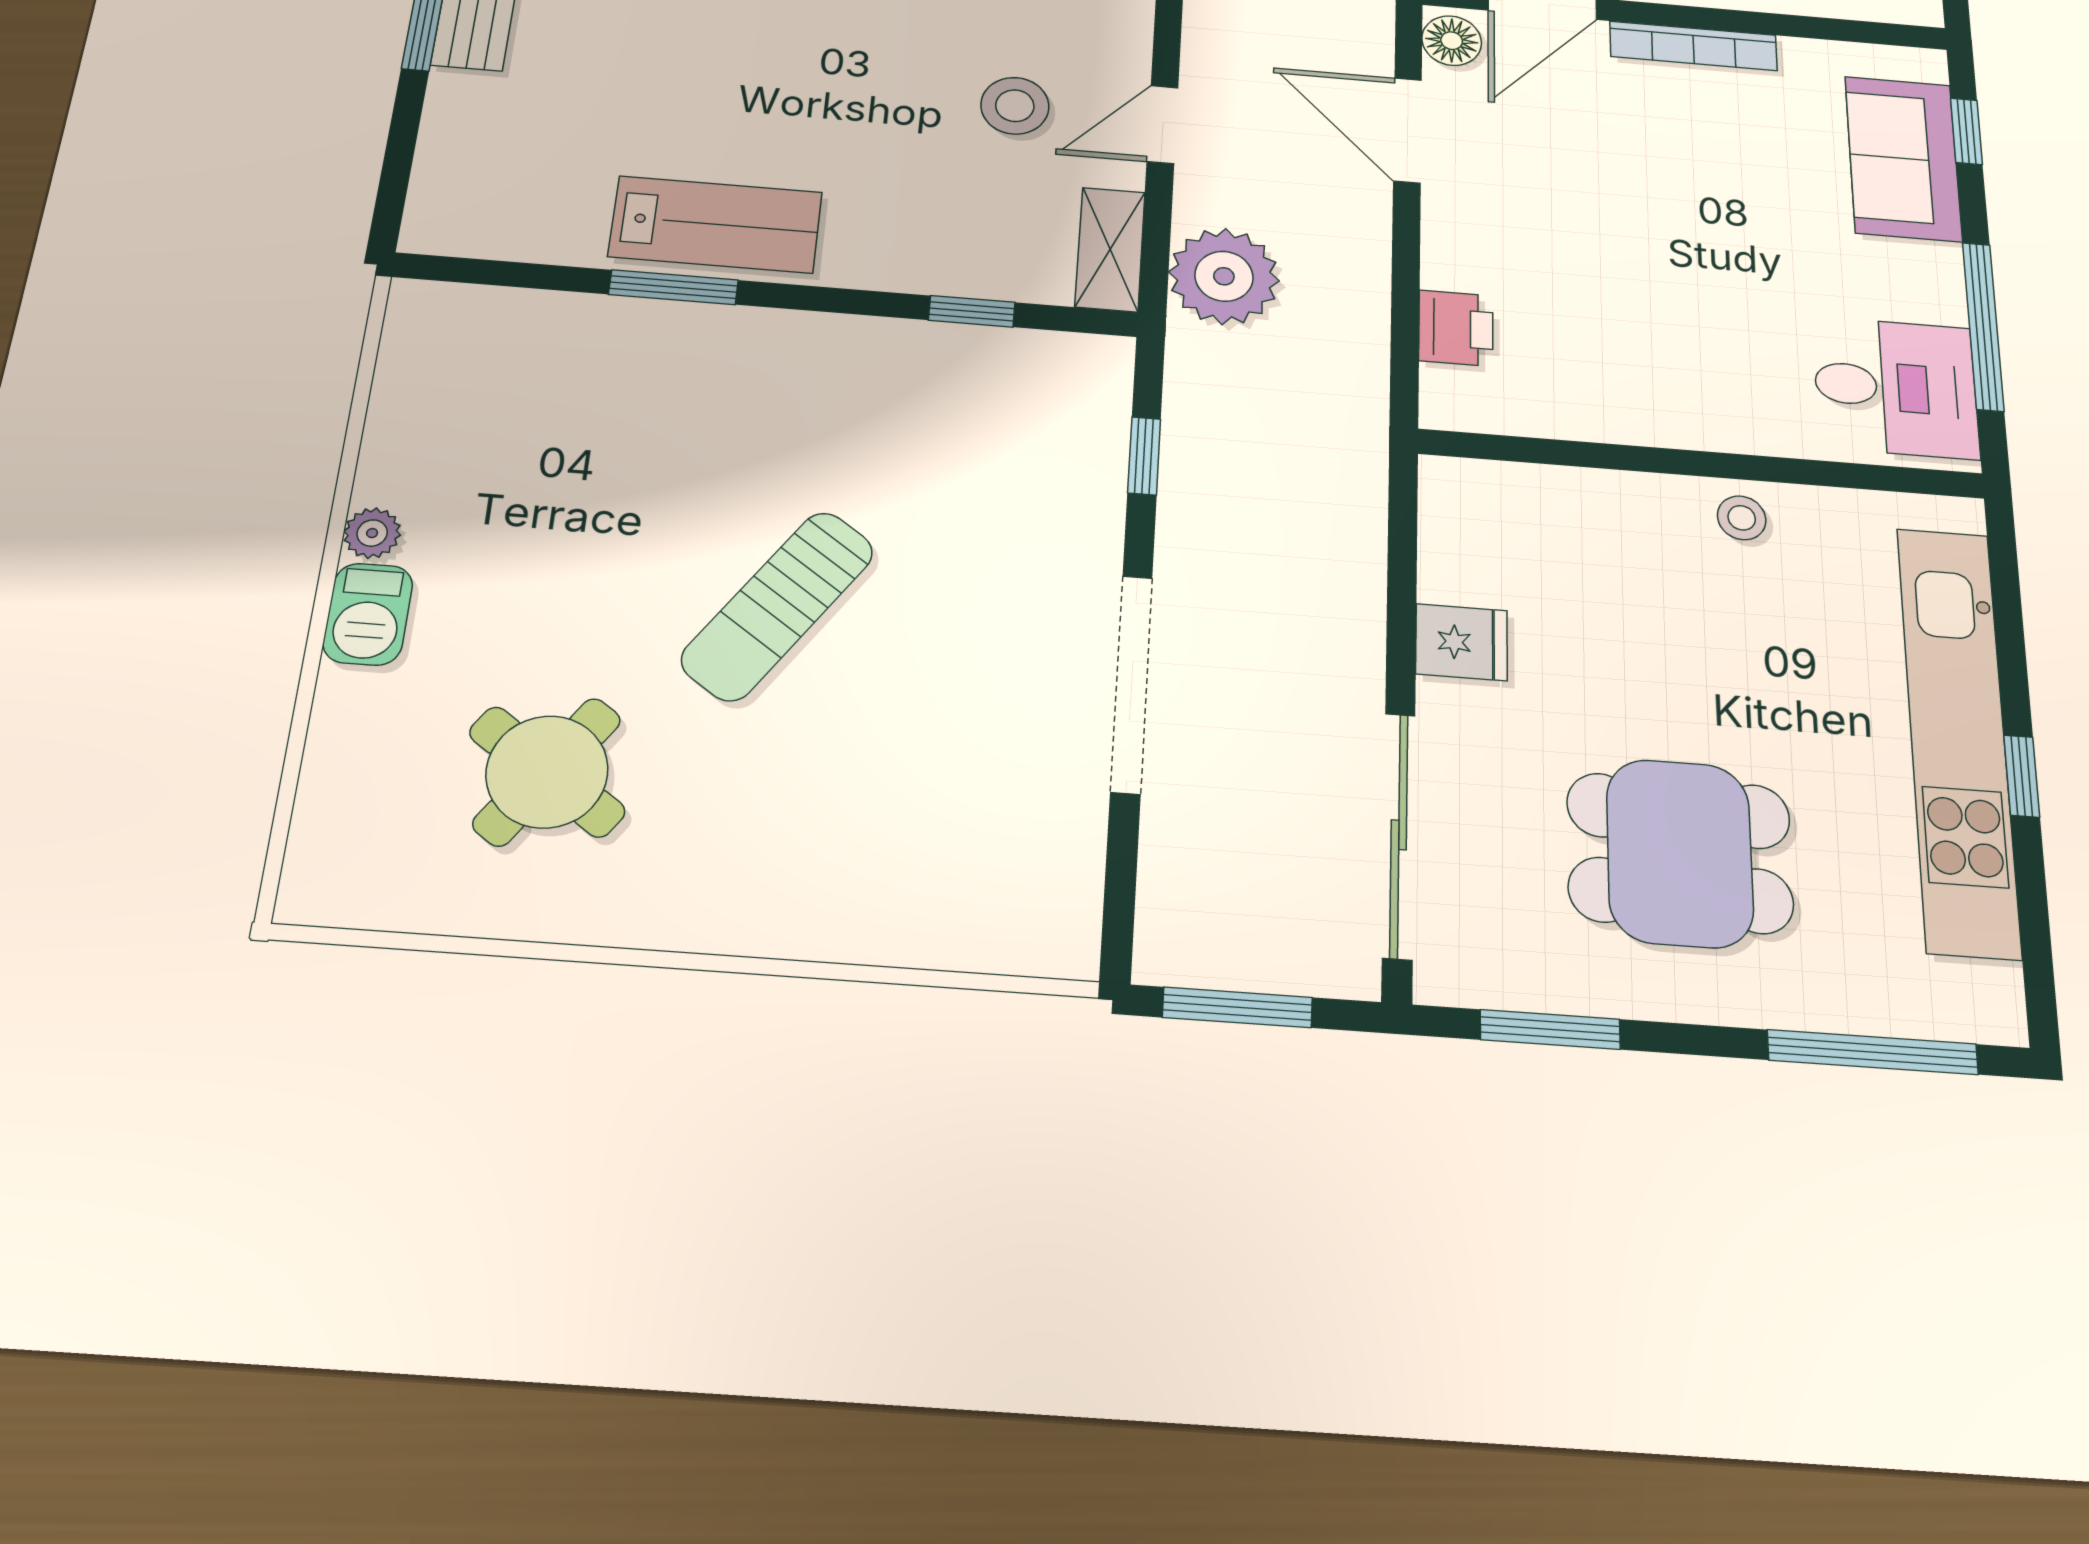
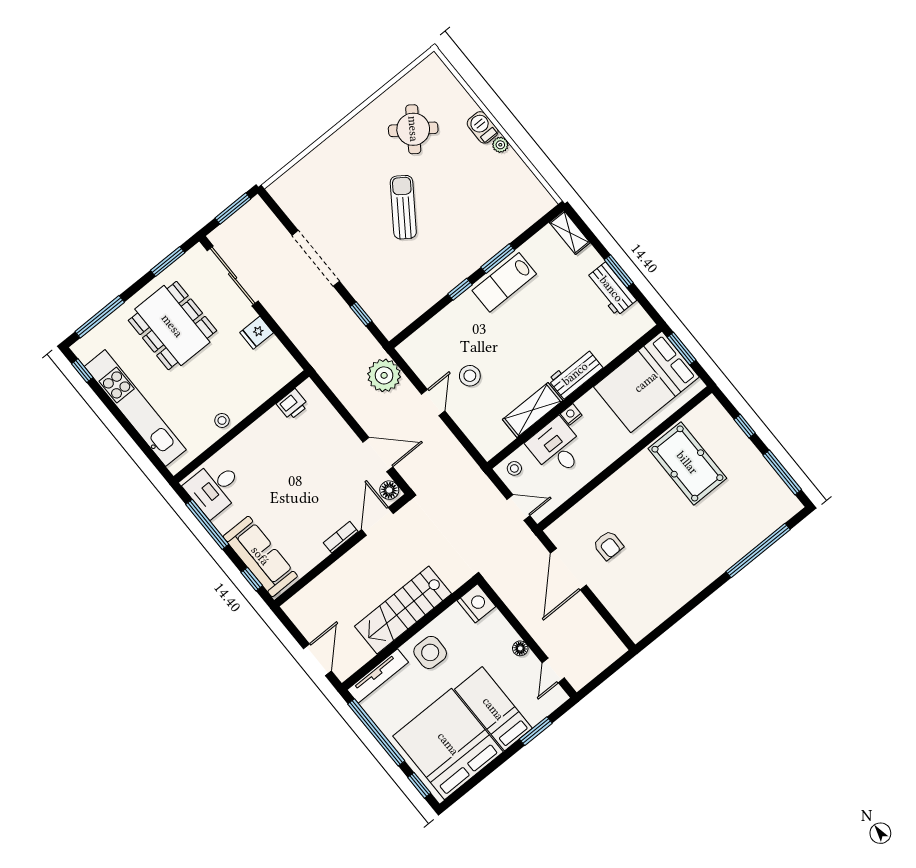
bookcase: (1693, 46) -> (341, 537), width x0.64
sofa: (1903, 158) -> (260, 556), width x1.36
shelving: (1110, 249) -> (570, 232), moved
window: (972, 311) -> (460, 289), moved
printer: (1456, 328) -> (292, 405), moved, turned -90
window: (2022, 776) -> (82, 371), moved
dining table: (1680, 853) -> (172, 326), width x1.38

